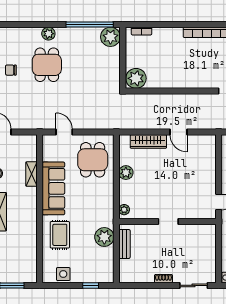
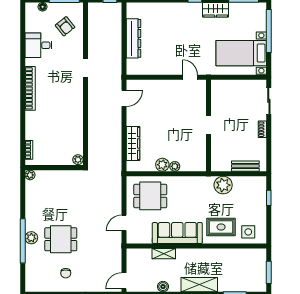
window: (90, 25) -> (23, 241), moved
plant: (110, 37) -> (30, 175), width x0.53, depth x0.53
plant: (136, 78) -> (78, 160), width x0.53, depth x0.53
door: (178, 132) -> (124, 98), moved
plant: (124, 210) -> (175, 166), moved
bench: (124, 244) -> (245, 166), moved
side table: (63, 274) -> (248, 232), moved

